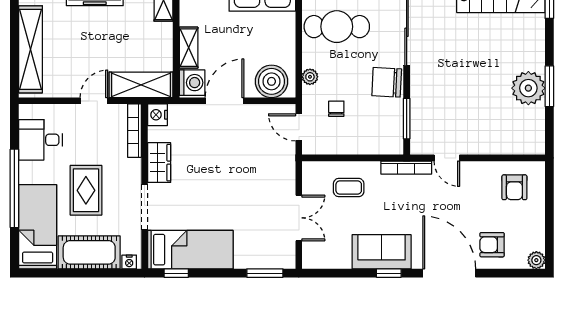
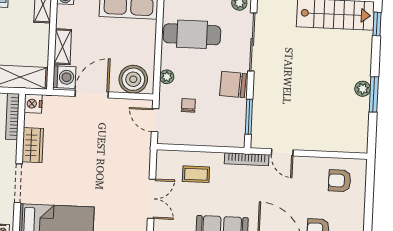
plant: (528, 88) -> (363, 89), width x0.53, depth x0.53
armchair: (514, 187) -> (340, 181), turned 90

